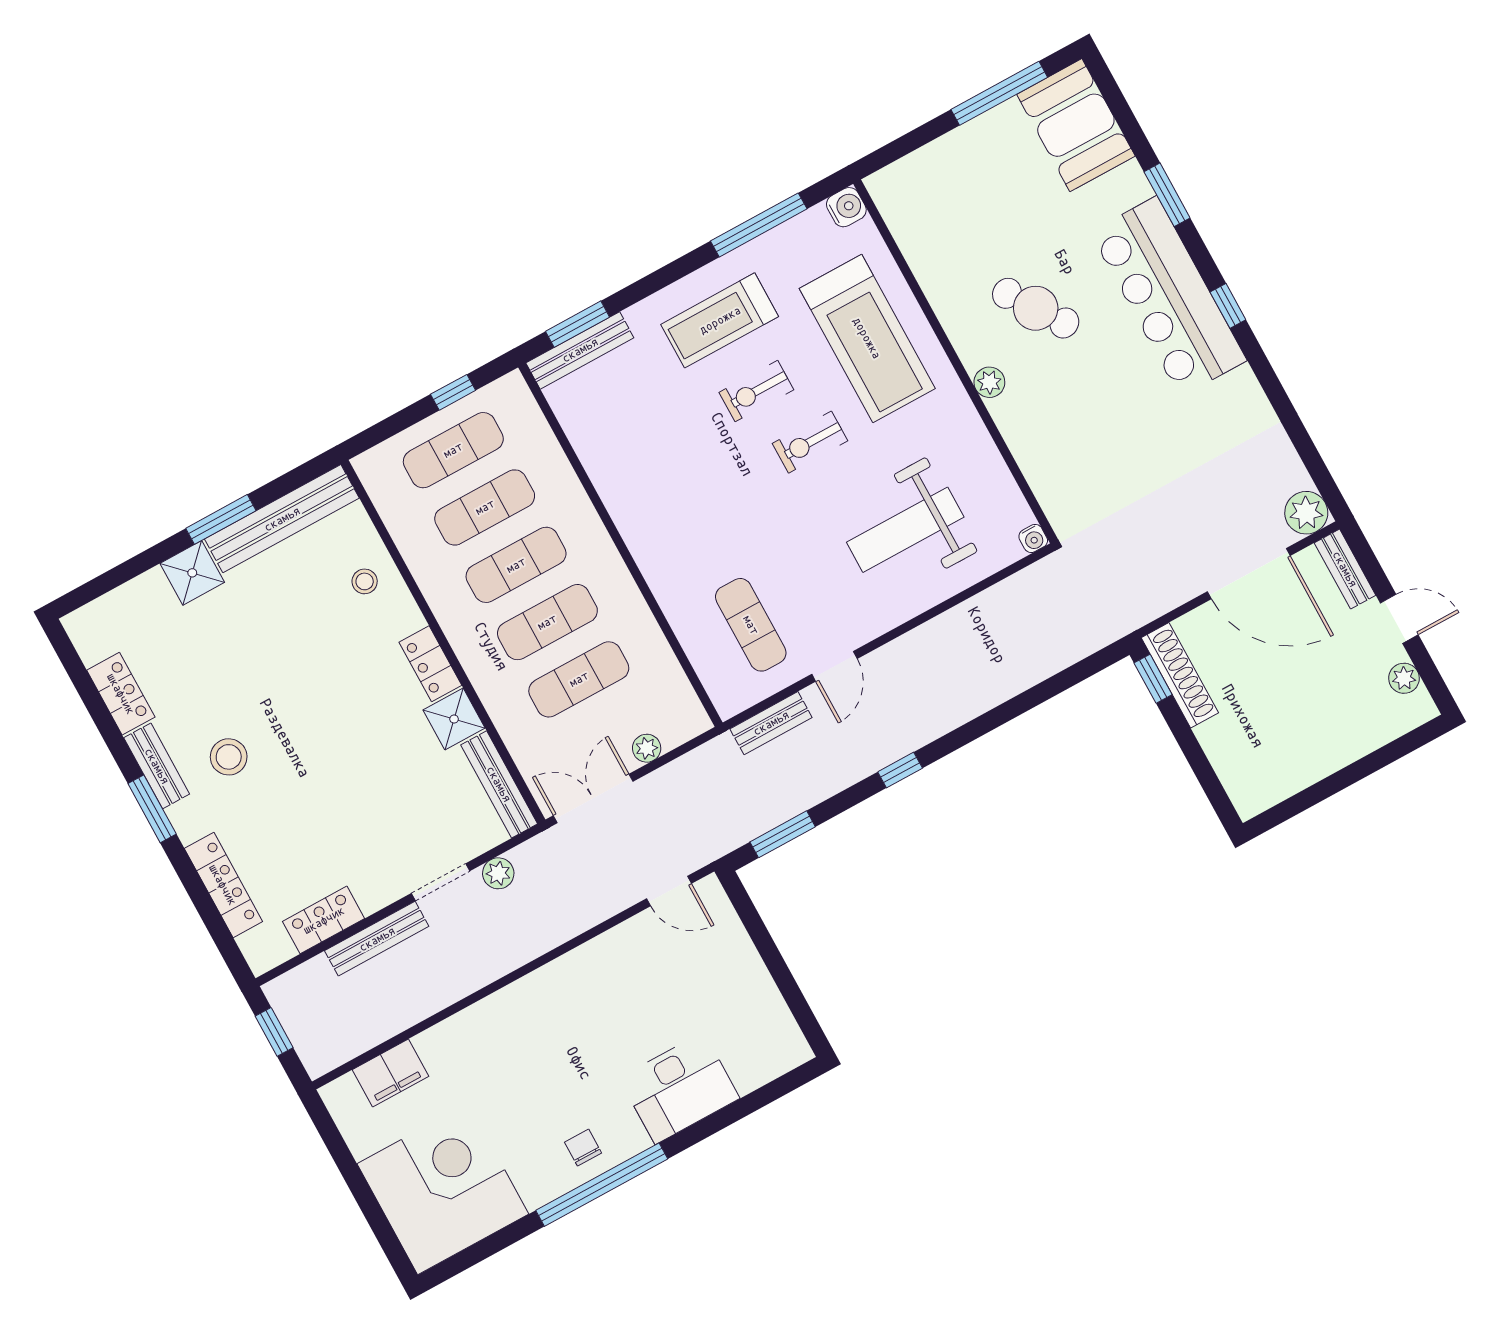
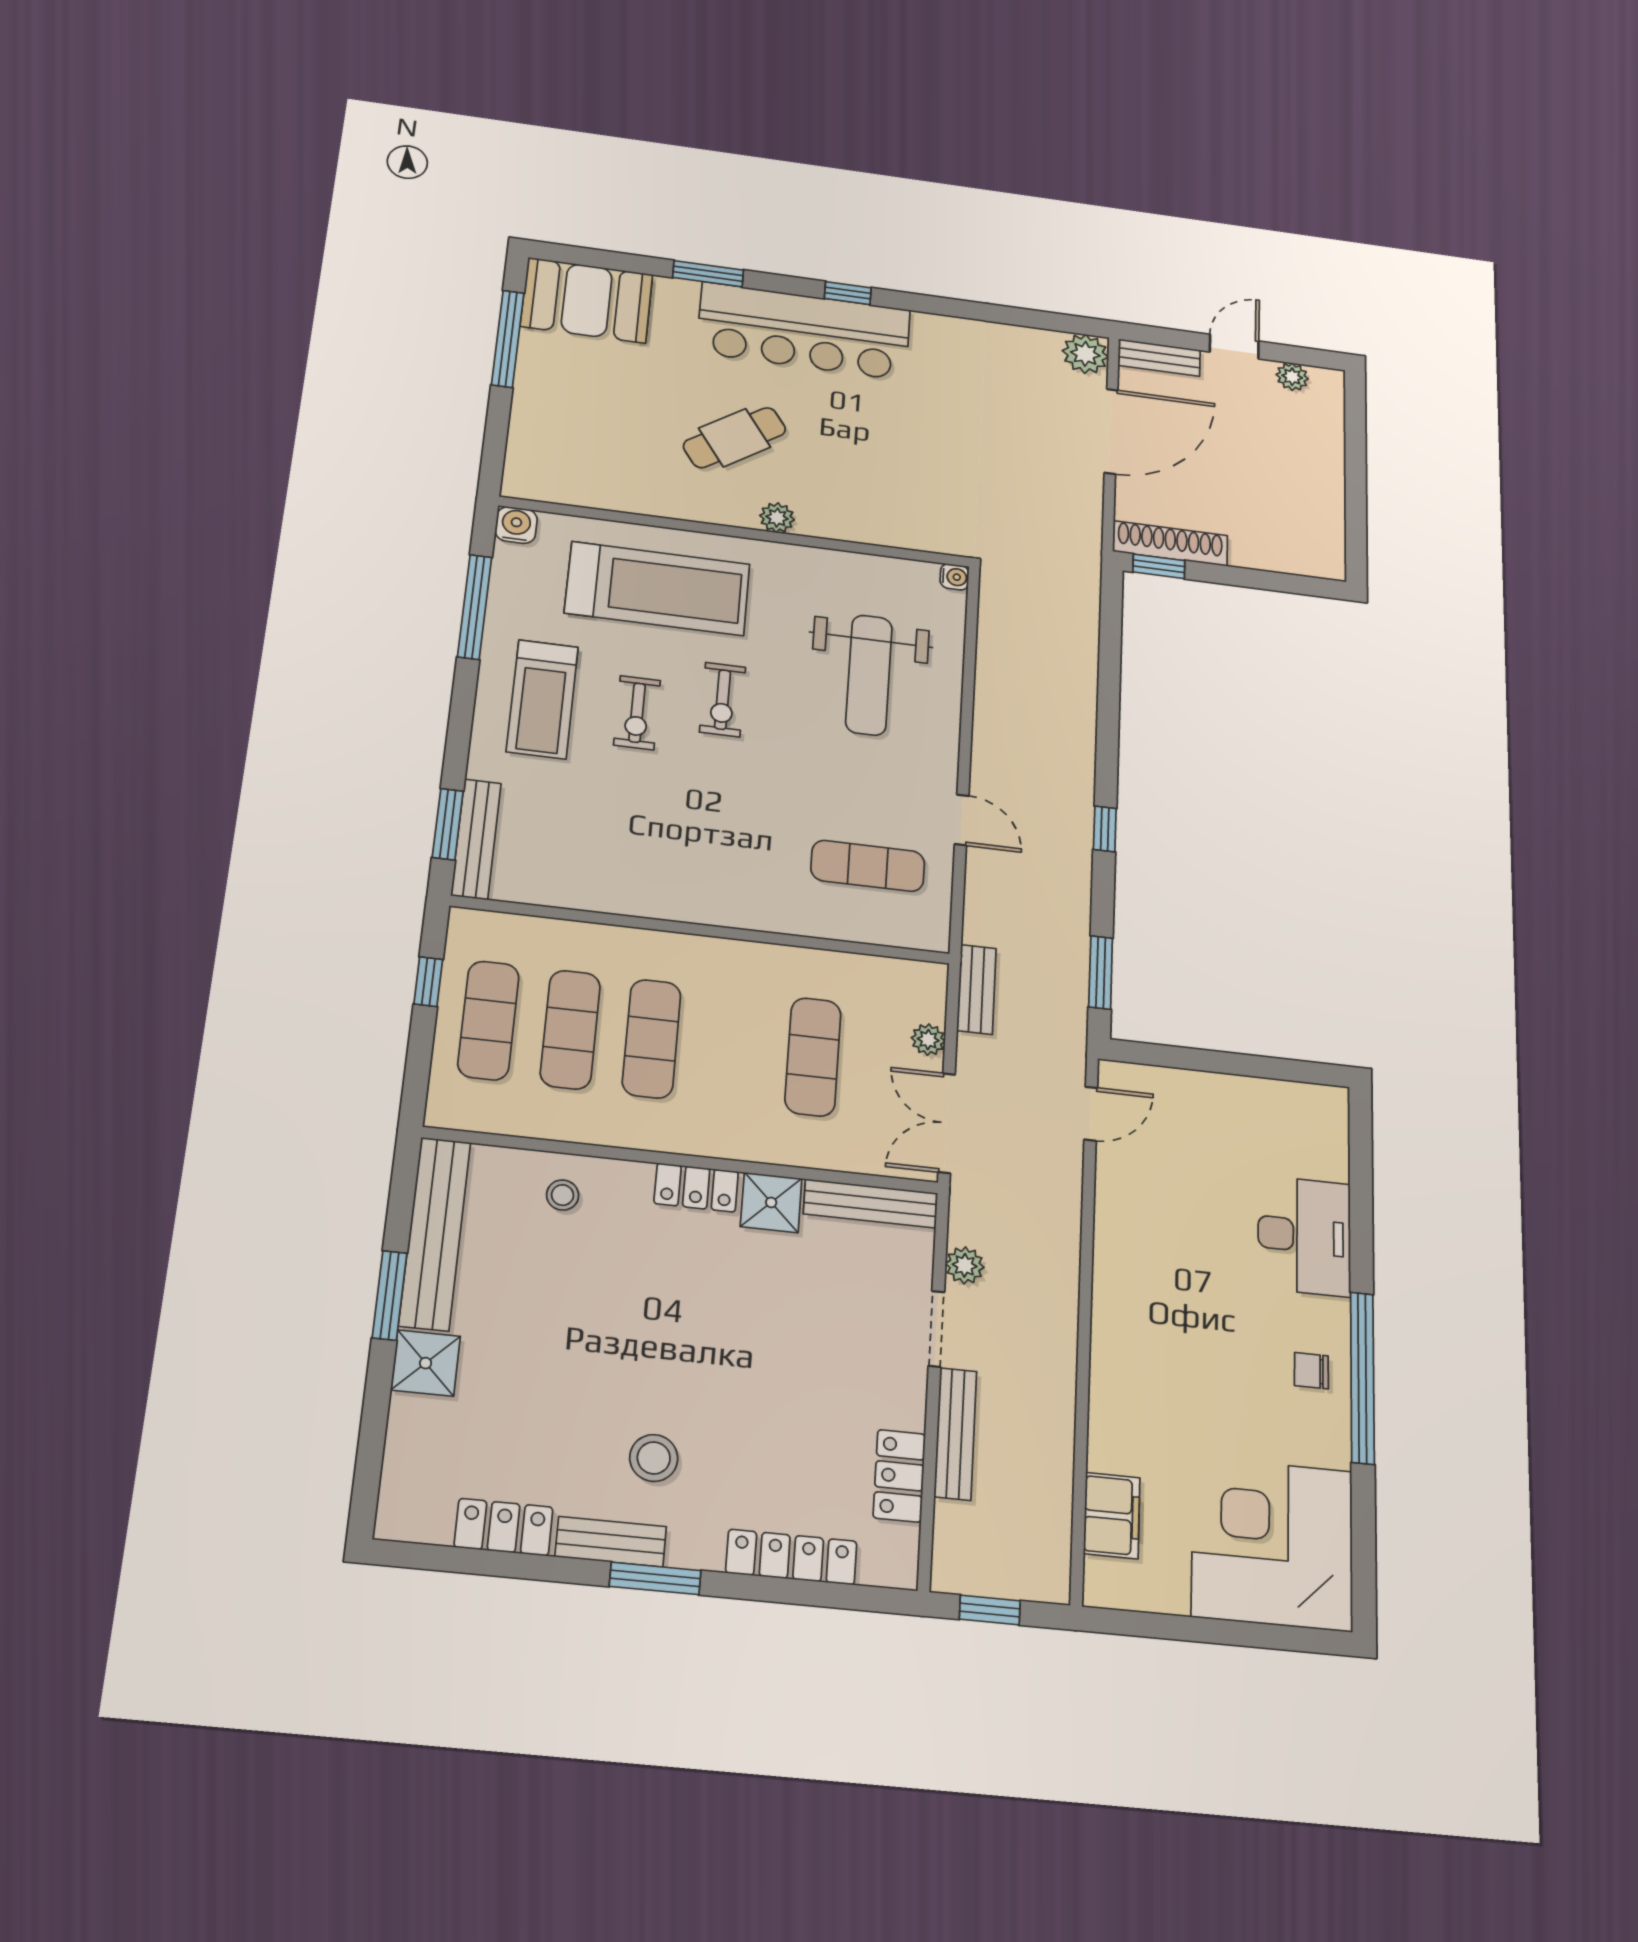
exercise mat: (547, 622) -> (732, 1048), removed
bench: (771, 723) -> (976, 989), moved

